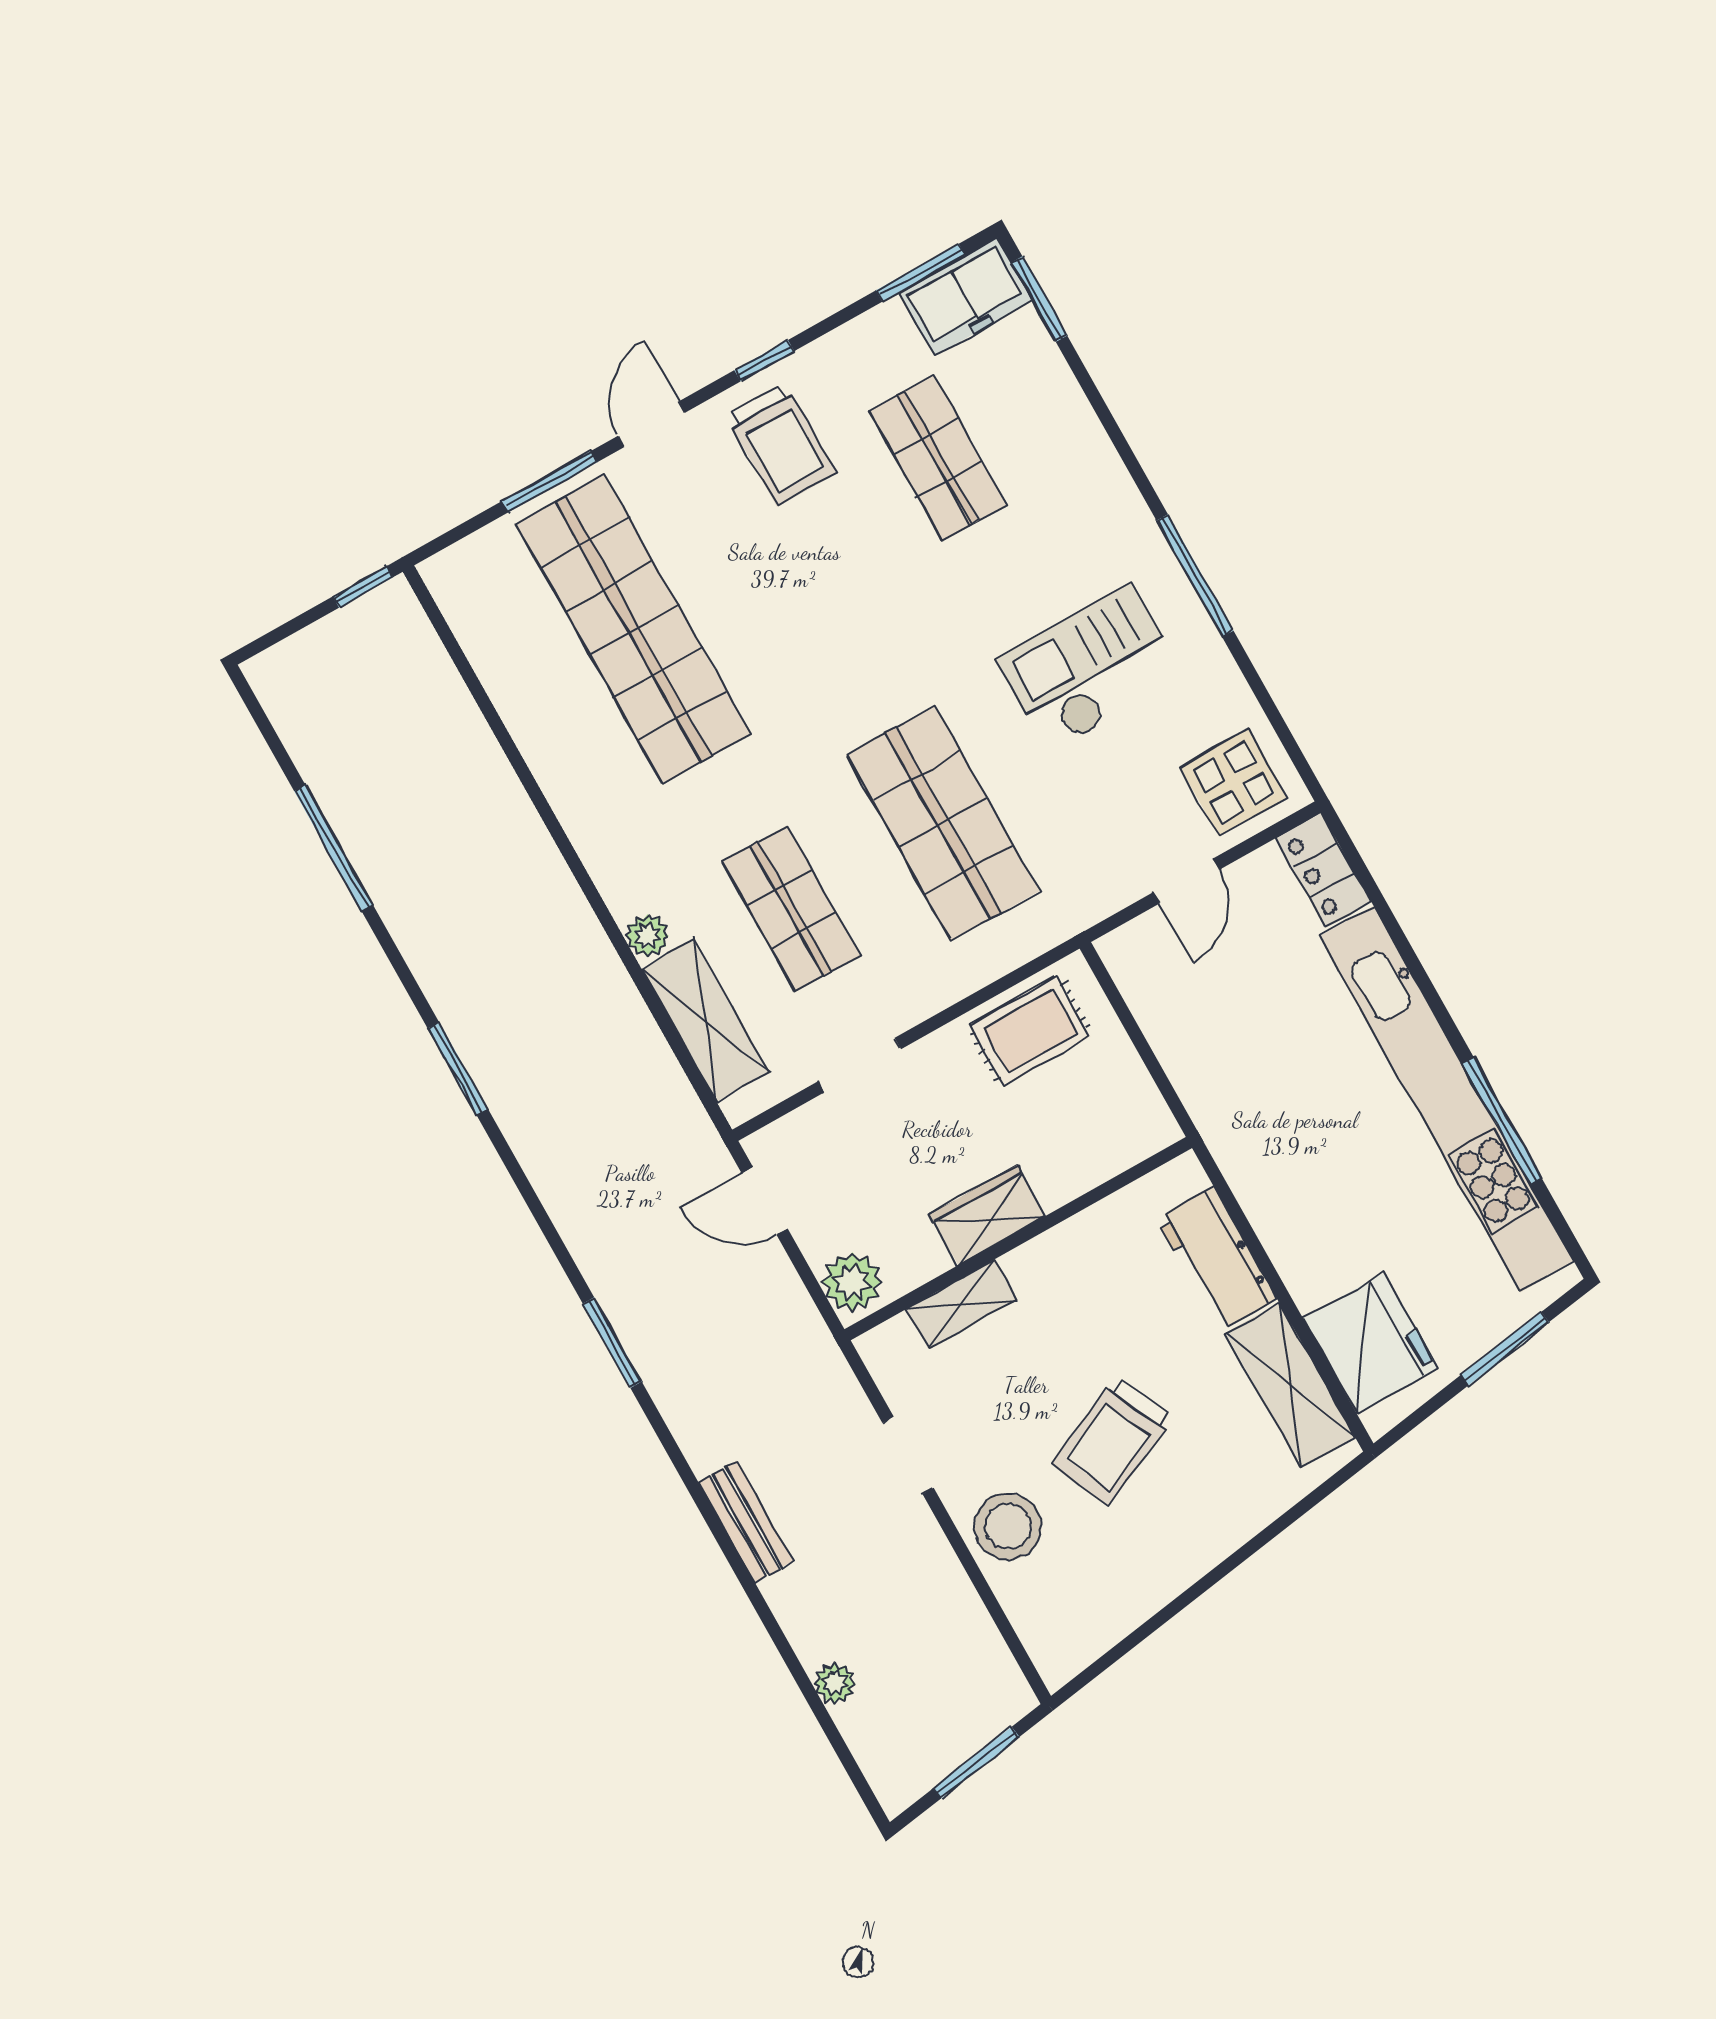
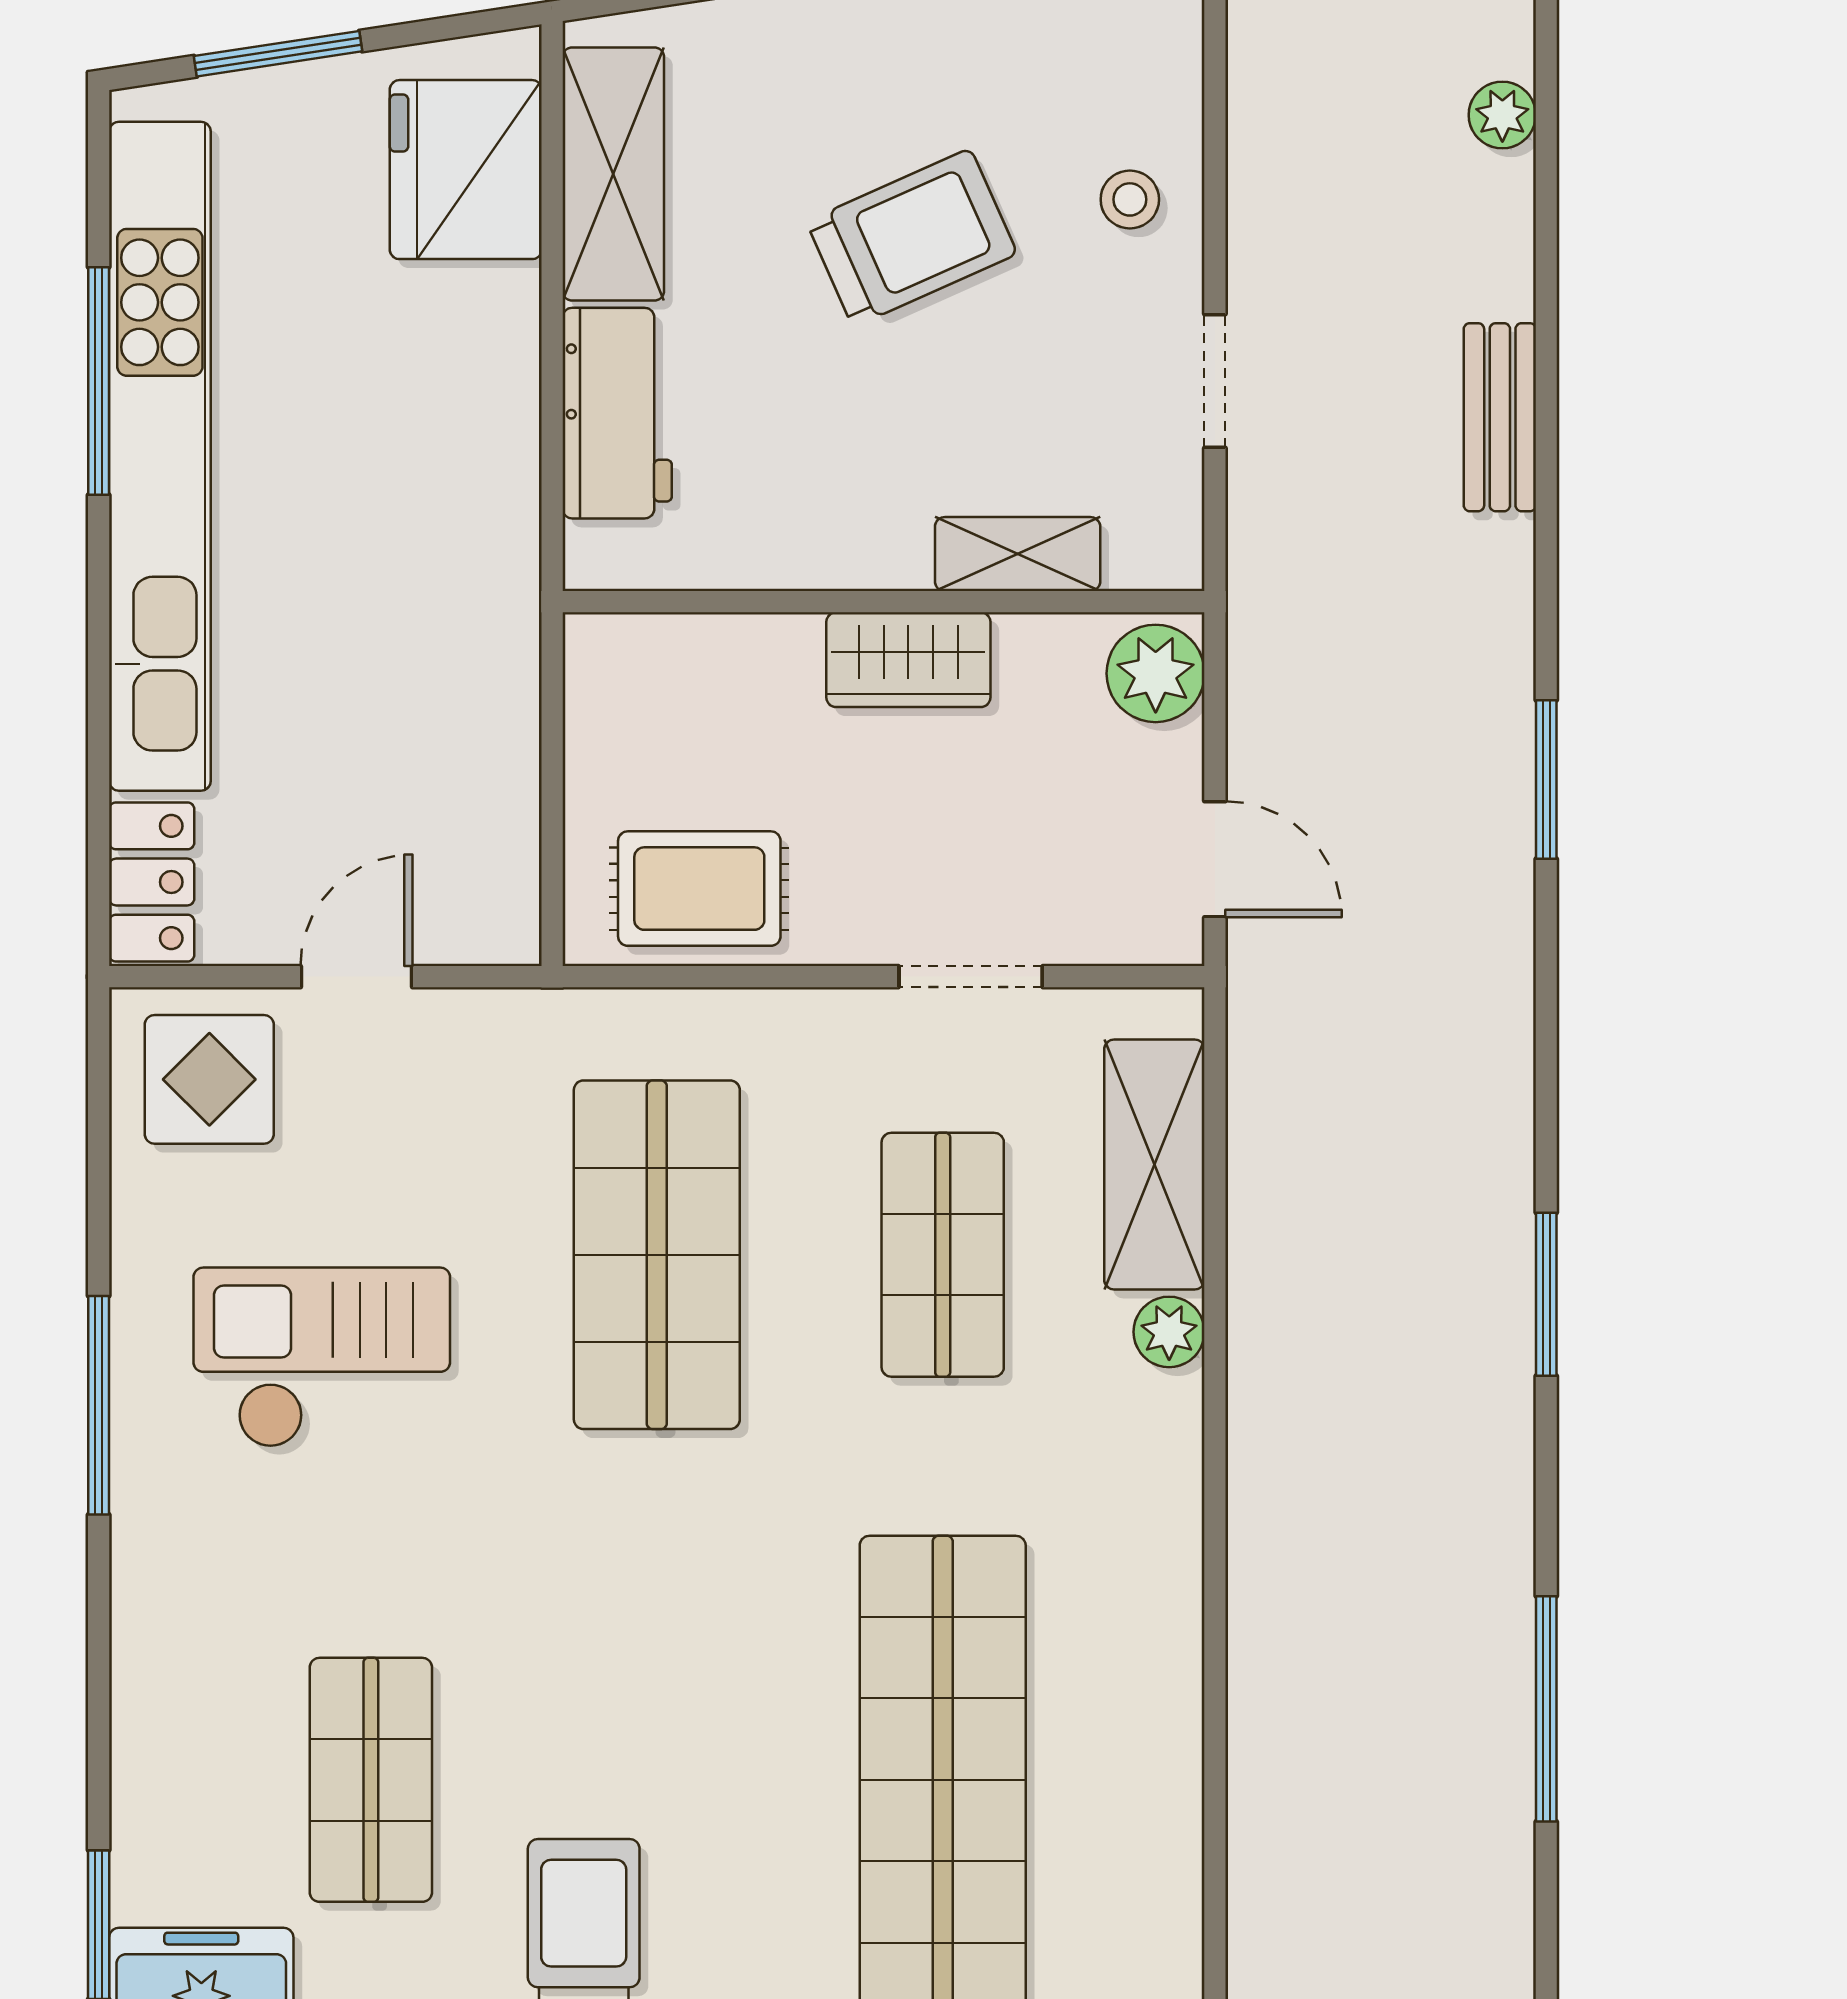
checkout: (1091, 668) -> (322, 1358), turned 180
stool: (1008, 1527) -> (1130, 199), width x0.53, depth x0.53

